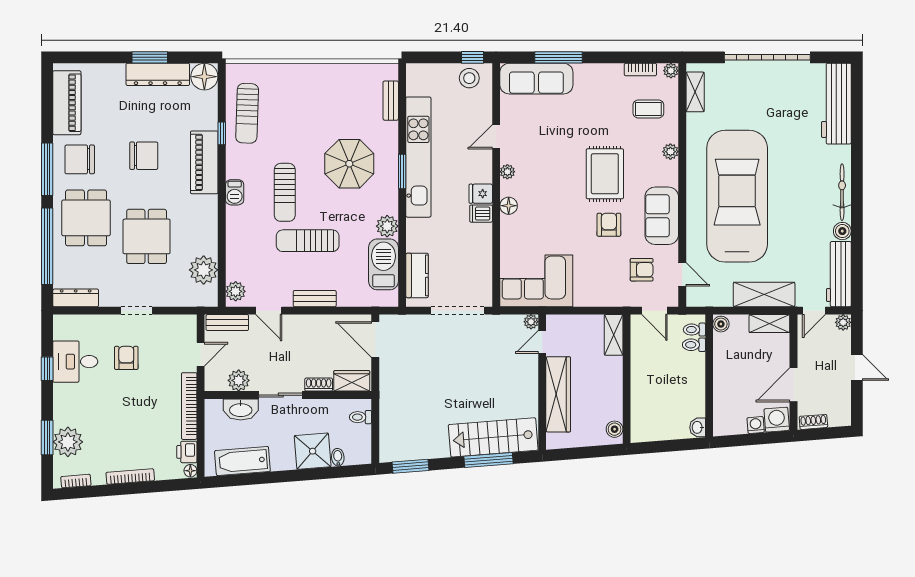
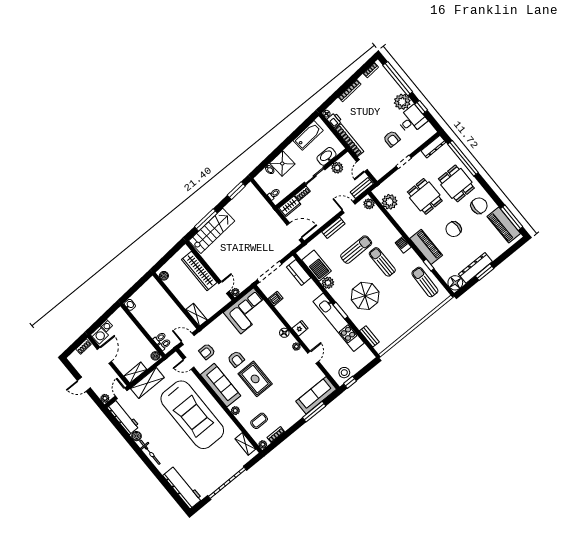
window: (47, 169) -> (512, 218), moved
dishwasher: (481, 214) -> (276, 299), moved
sofa: (662, 216) -> (221, 385), width x1.36
window: (47, 437) -> (398, 79), width x2.11
plant: (68, 442) -> (402, 102), moved

